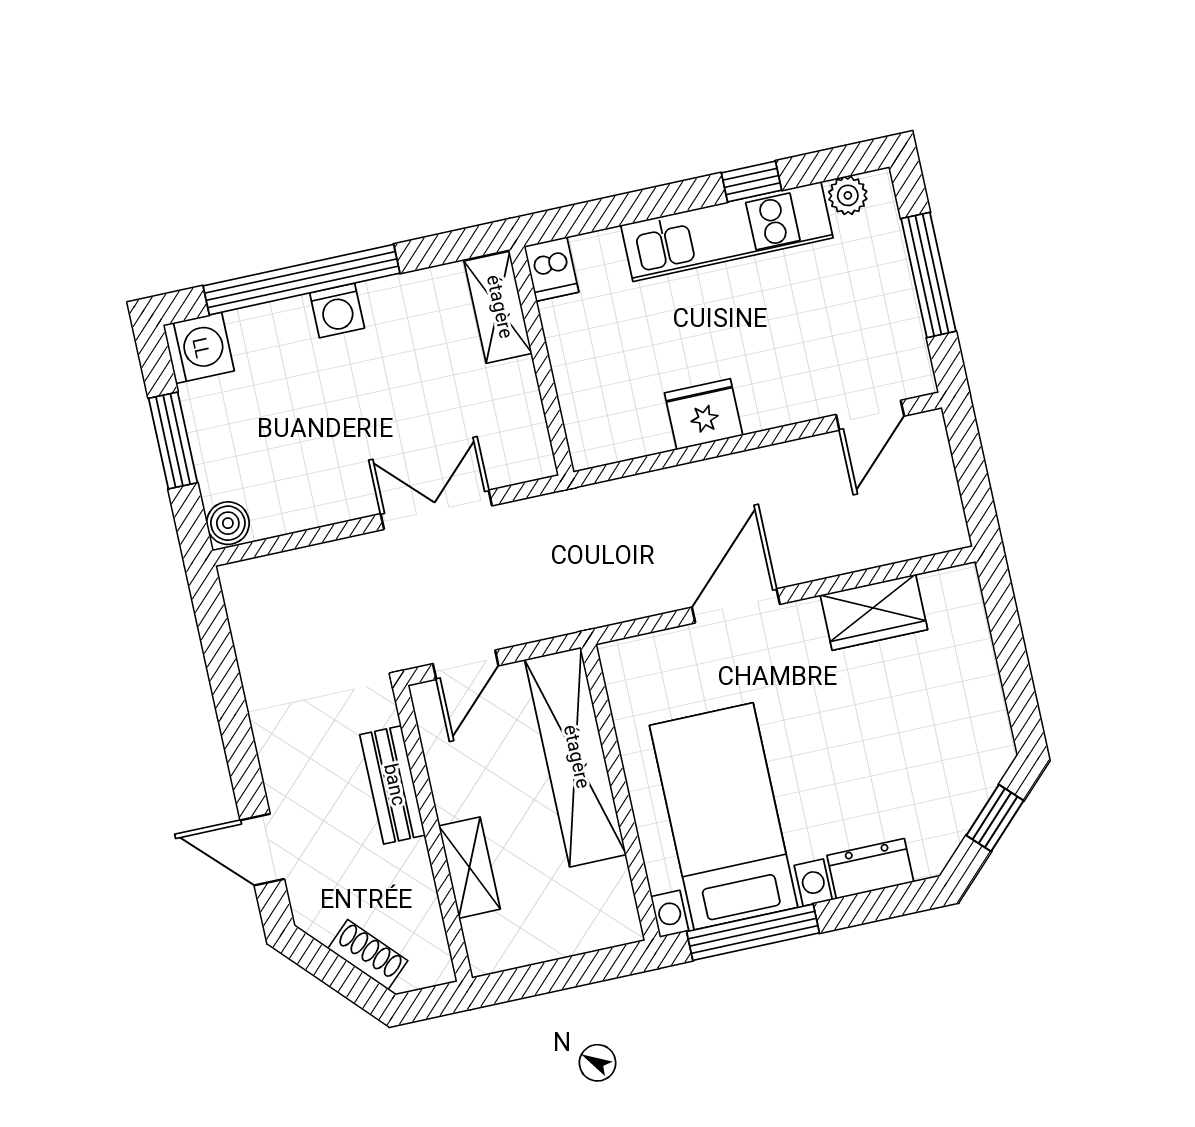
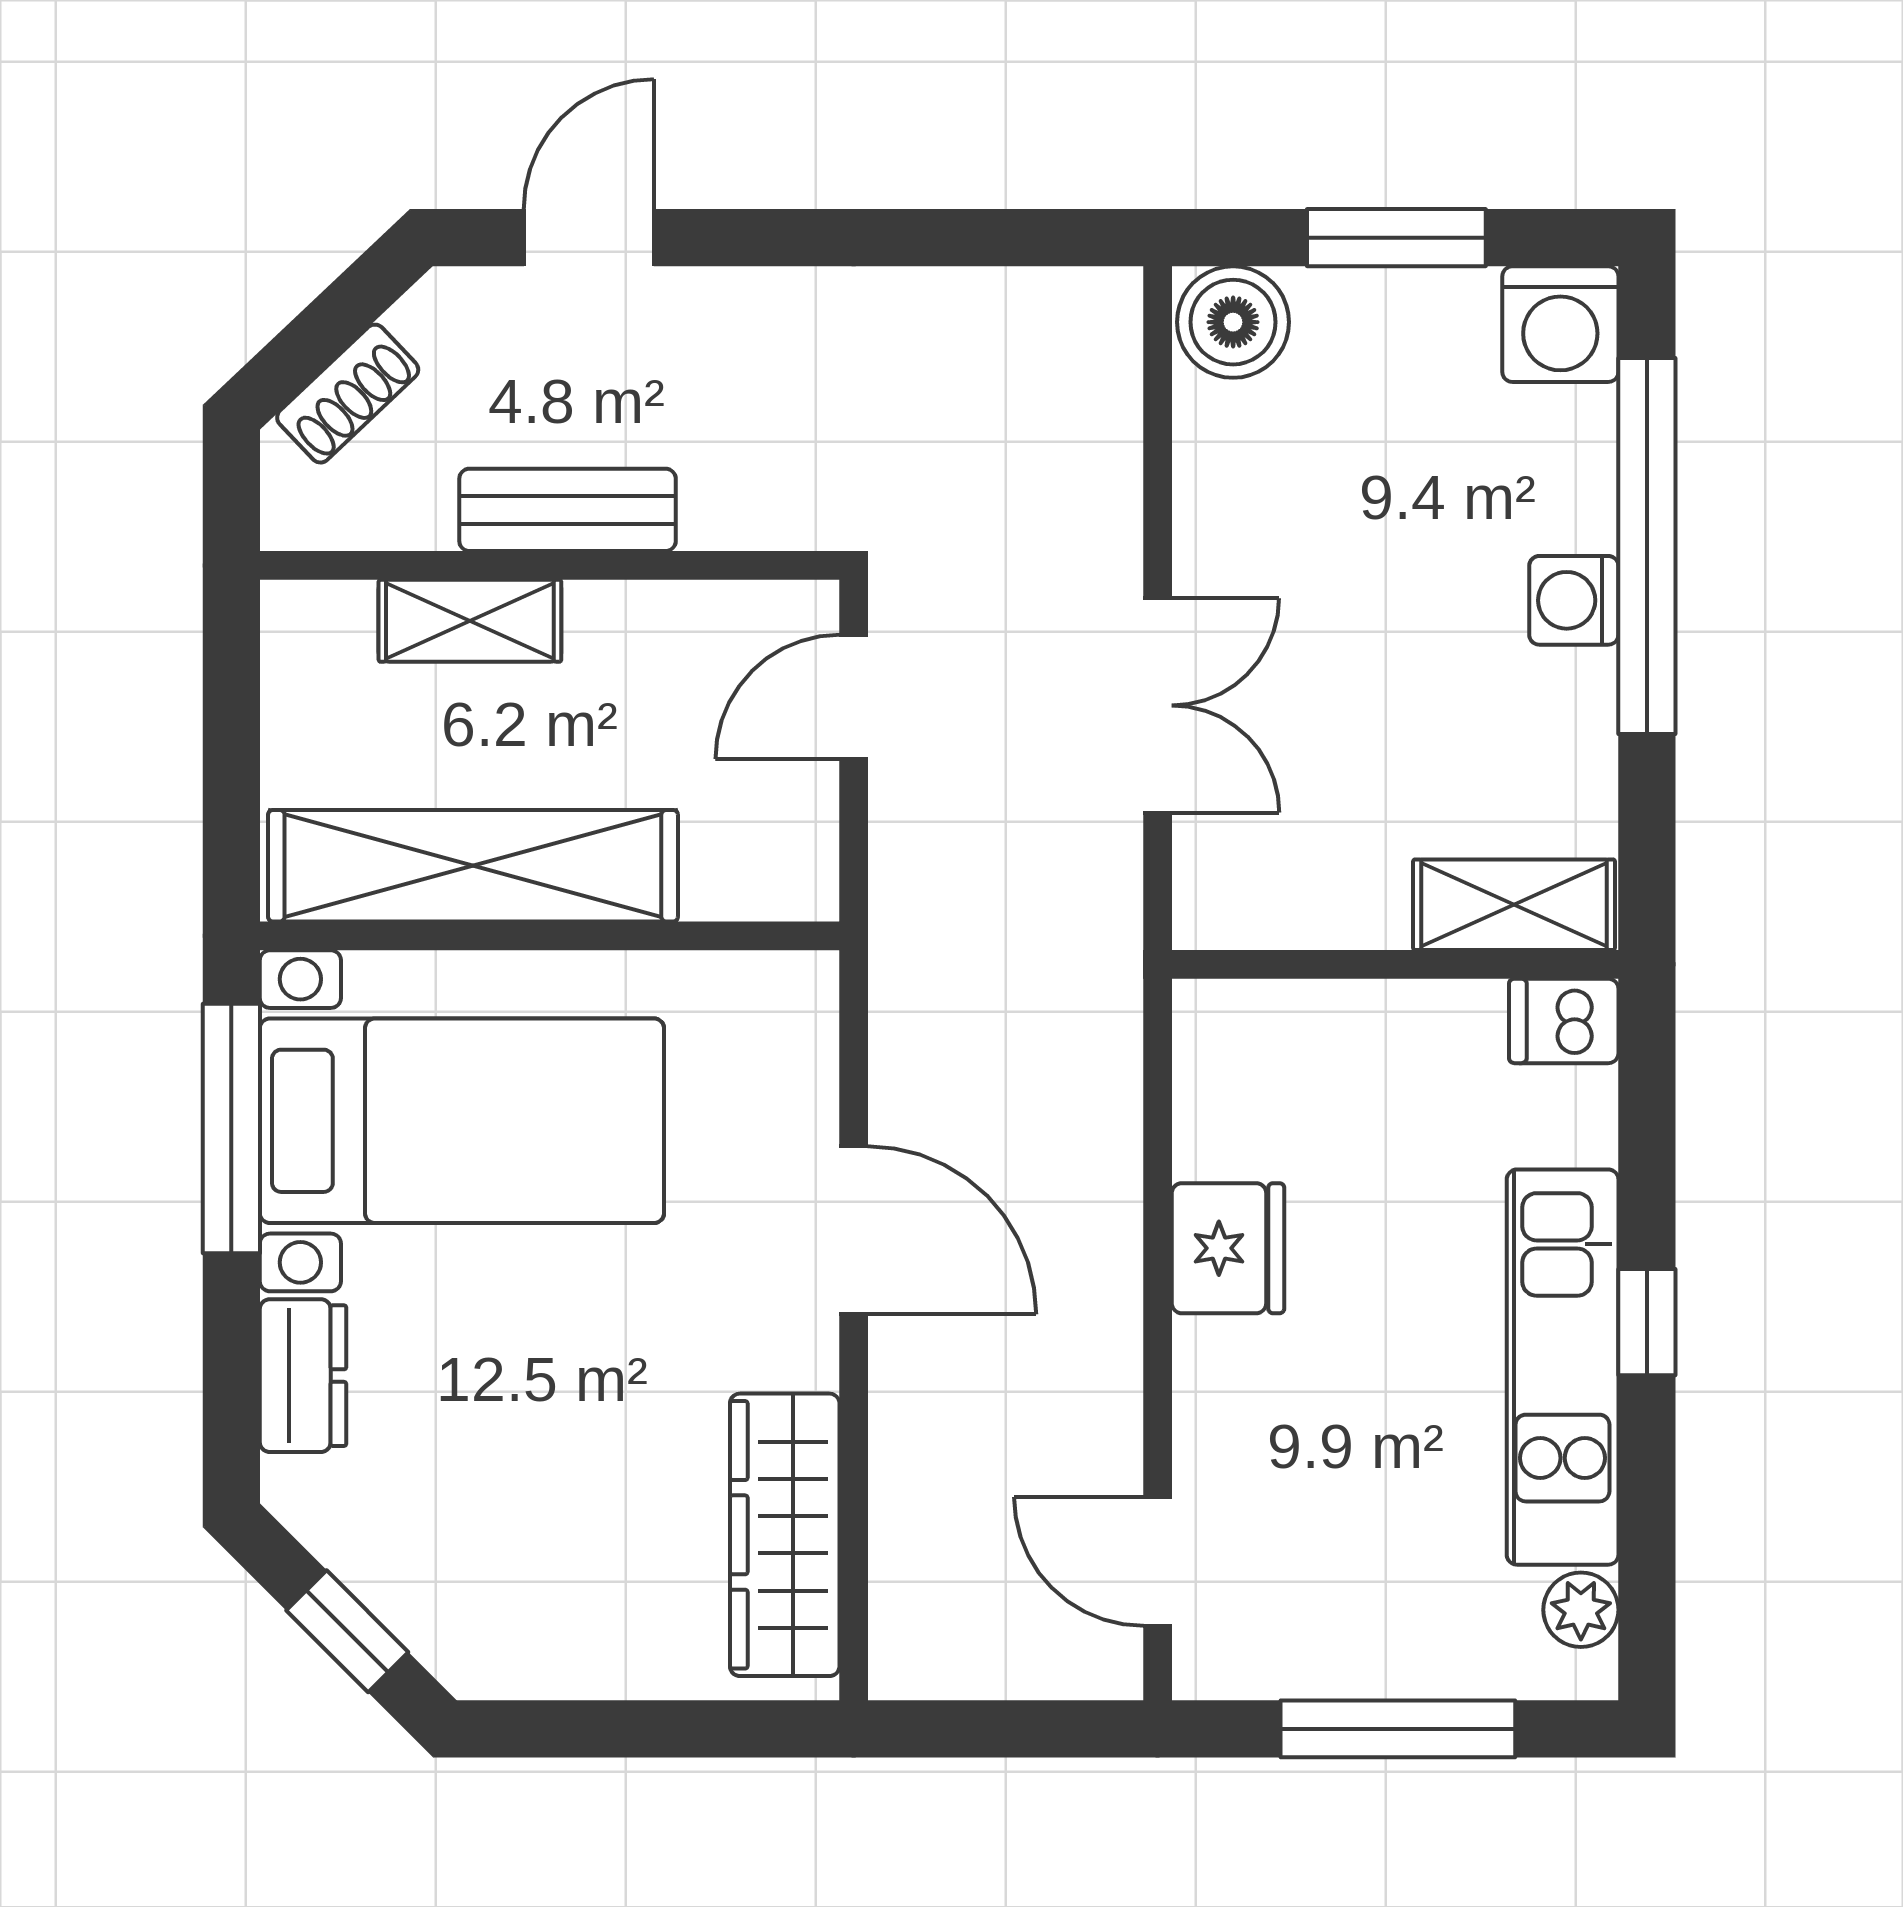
window: (751, 181) -> (1647, 1322), moved
boiler: (228, 523) -> (1233, 322), width x1.36, depth x1.36
wardrobe: (874, 612) -> (785, 1535), width x1.50
door: (466, 665) -> (854, 697), hinge flipped
shelving: (575, 757) -> (473, 866), moved
bench: (393, 785) -> (568, 510), moved

